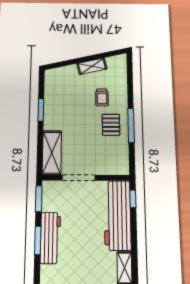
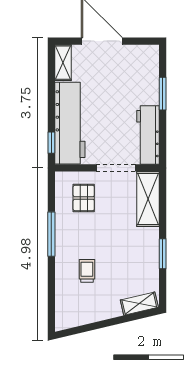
shelving: (92, 66) -> (139, 304), moved
pallet: (111, 125) -> (84, 198), moved
window: (39, 199) -> (163, 142), removed
workbench: (50, 238) -> (148, 135), moved

